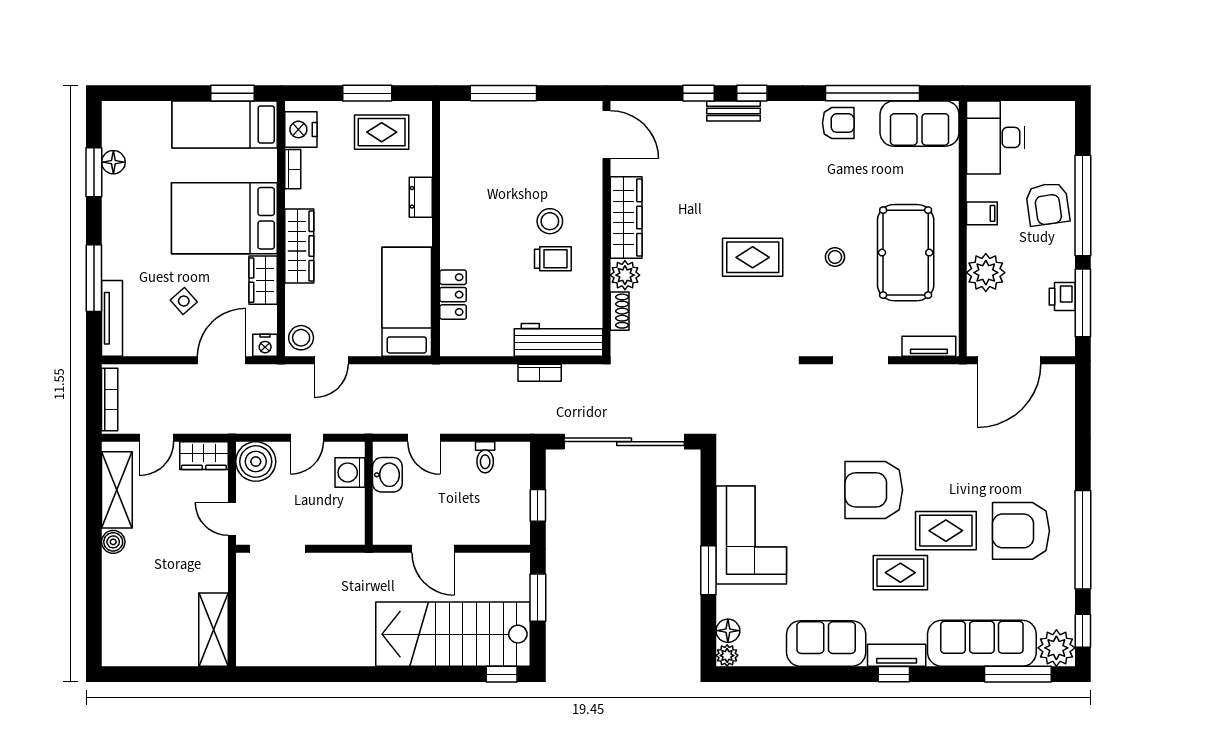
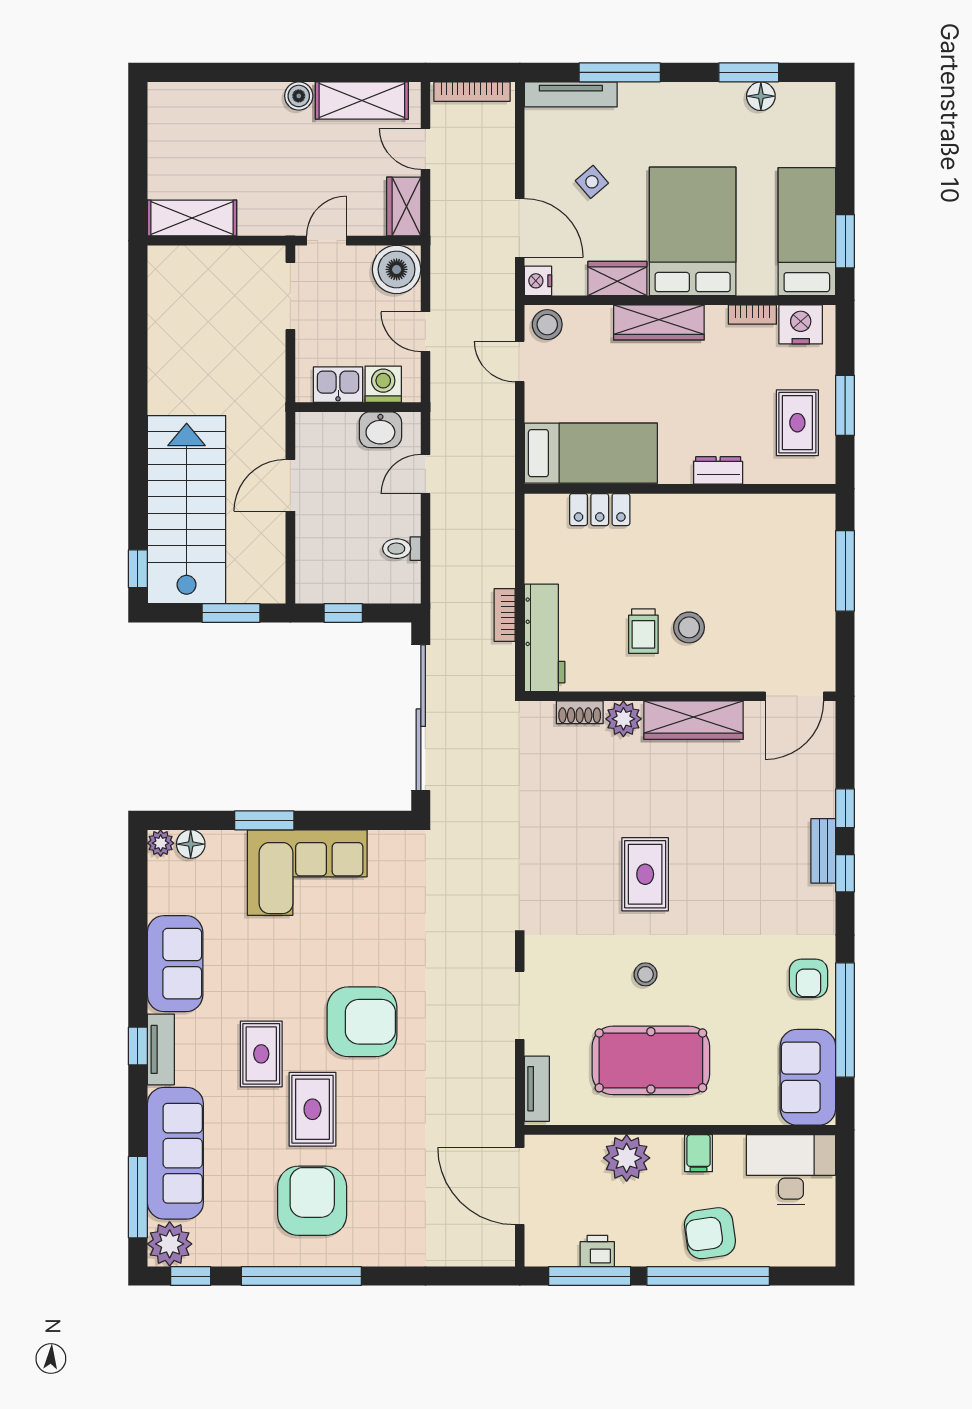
armchair: (874, 490) -> (362, 1022), turned 90
kitchen sink: (350, 510) -> (338, 385), added

